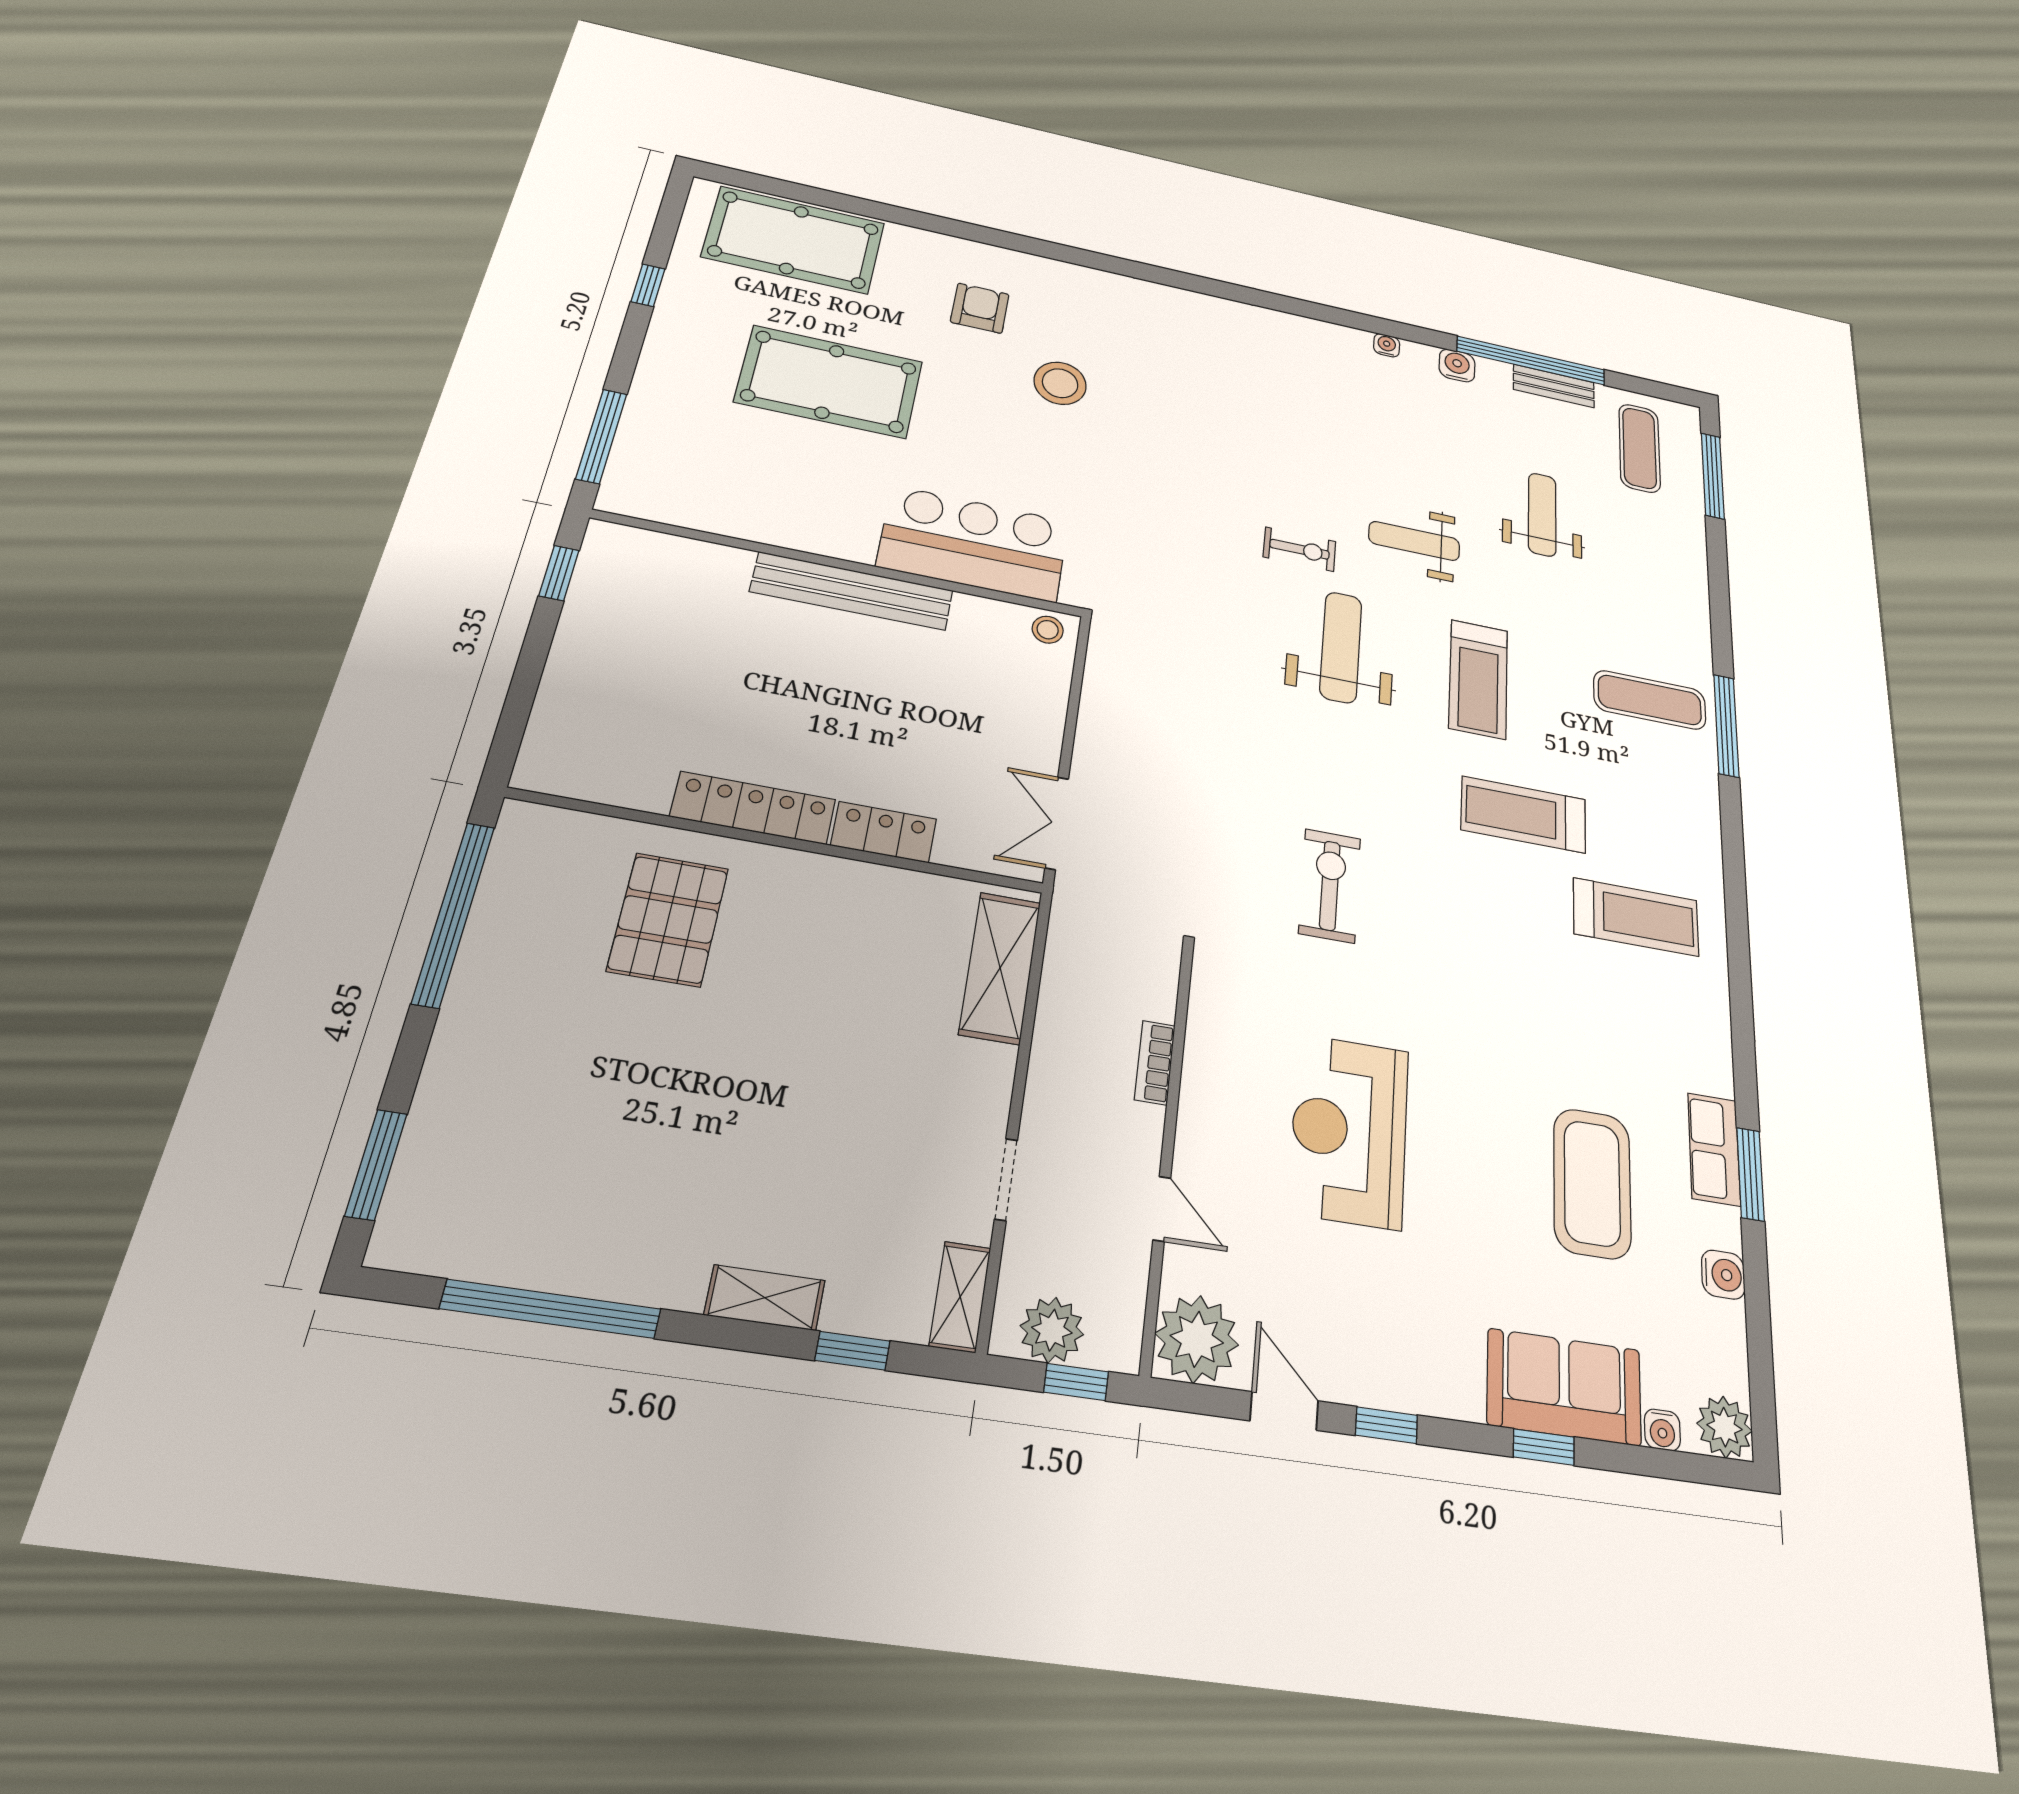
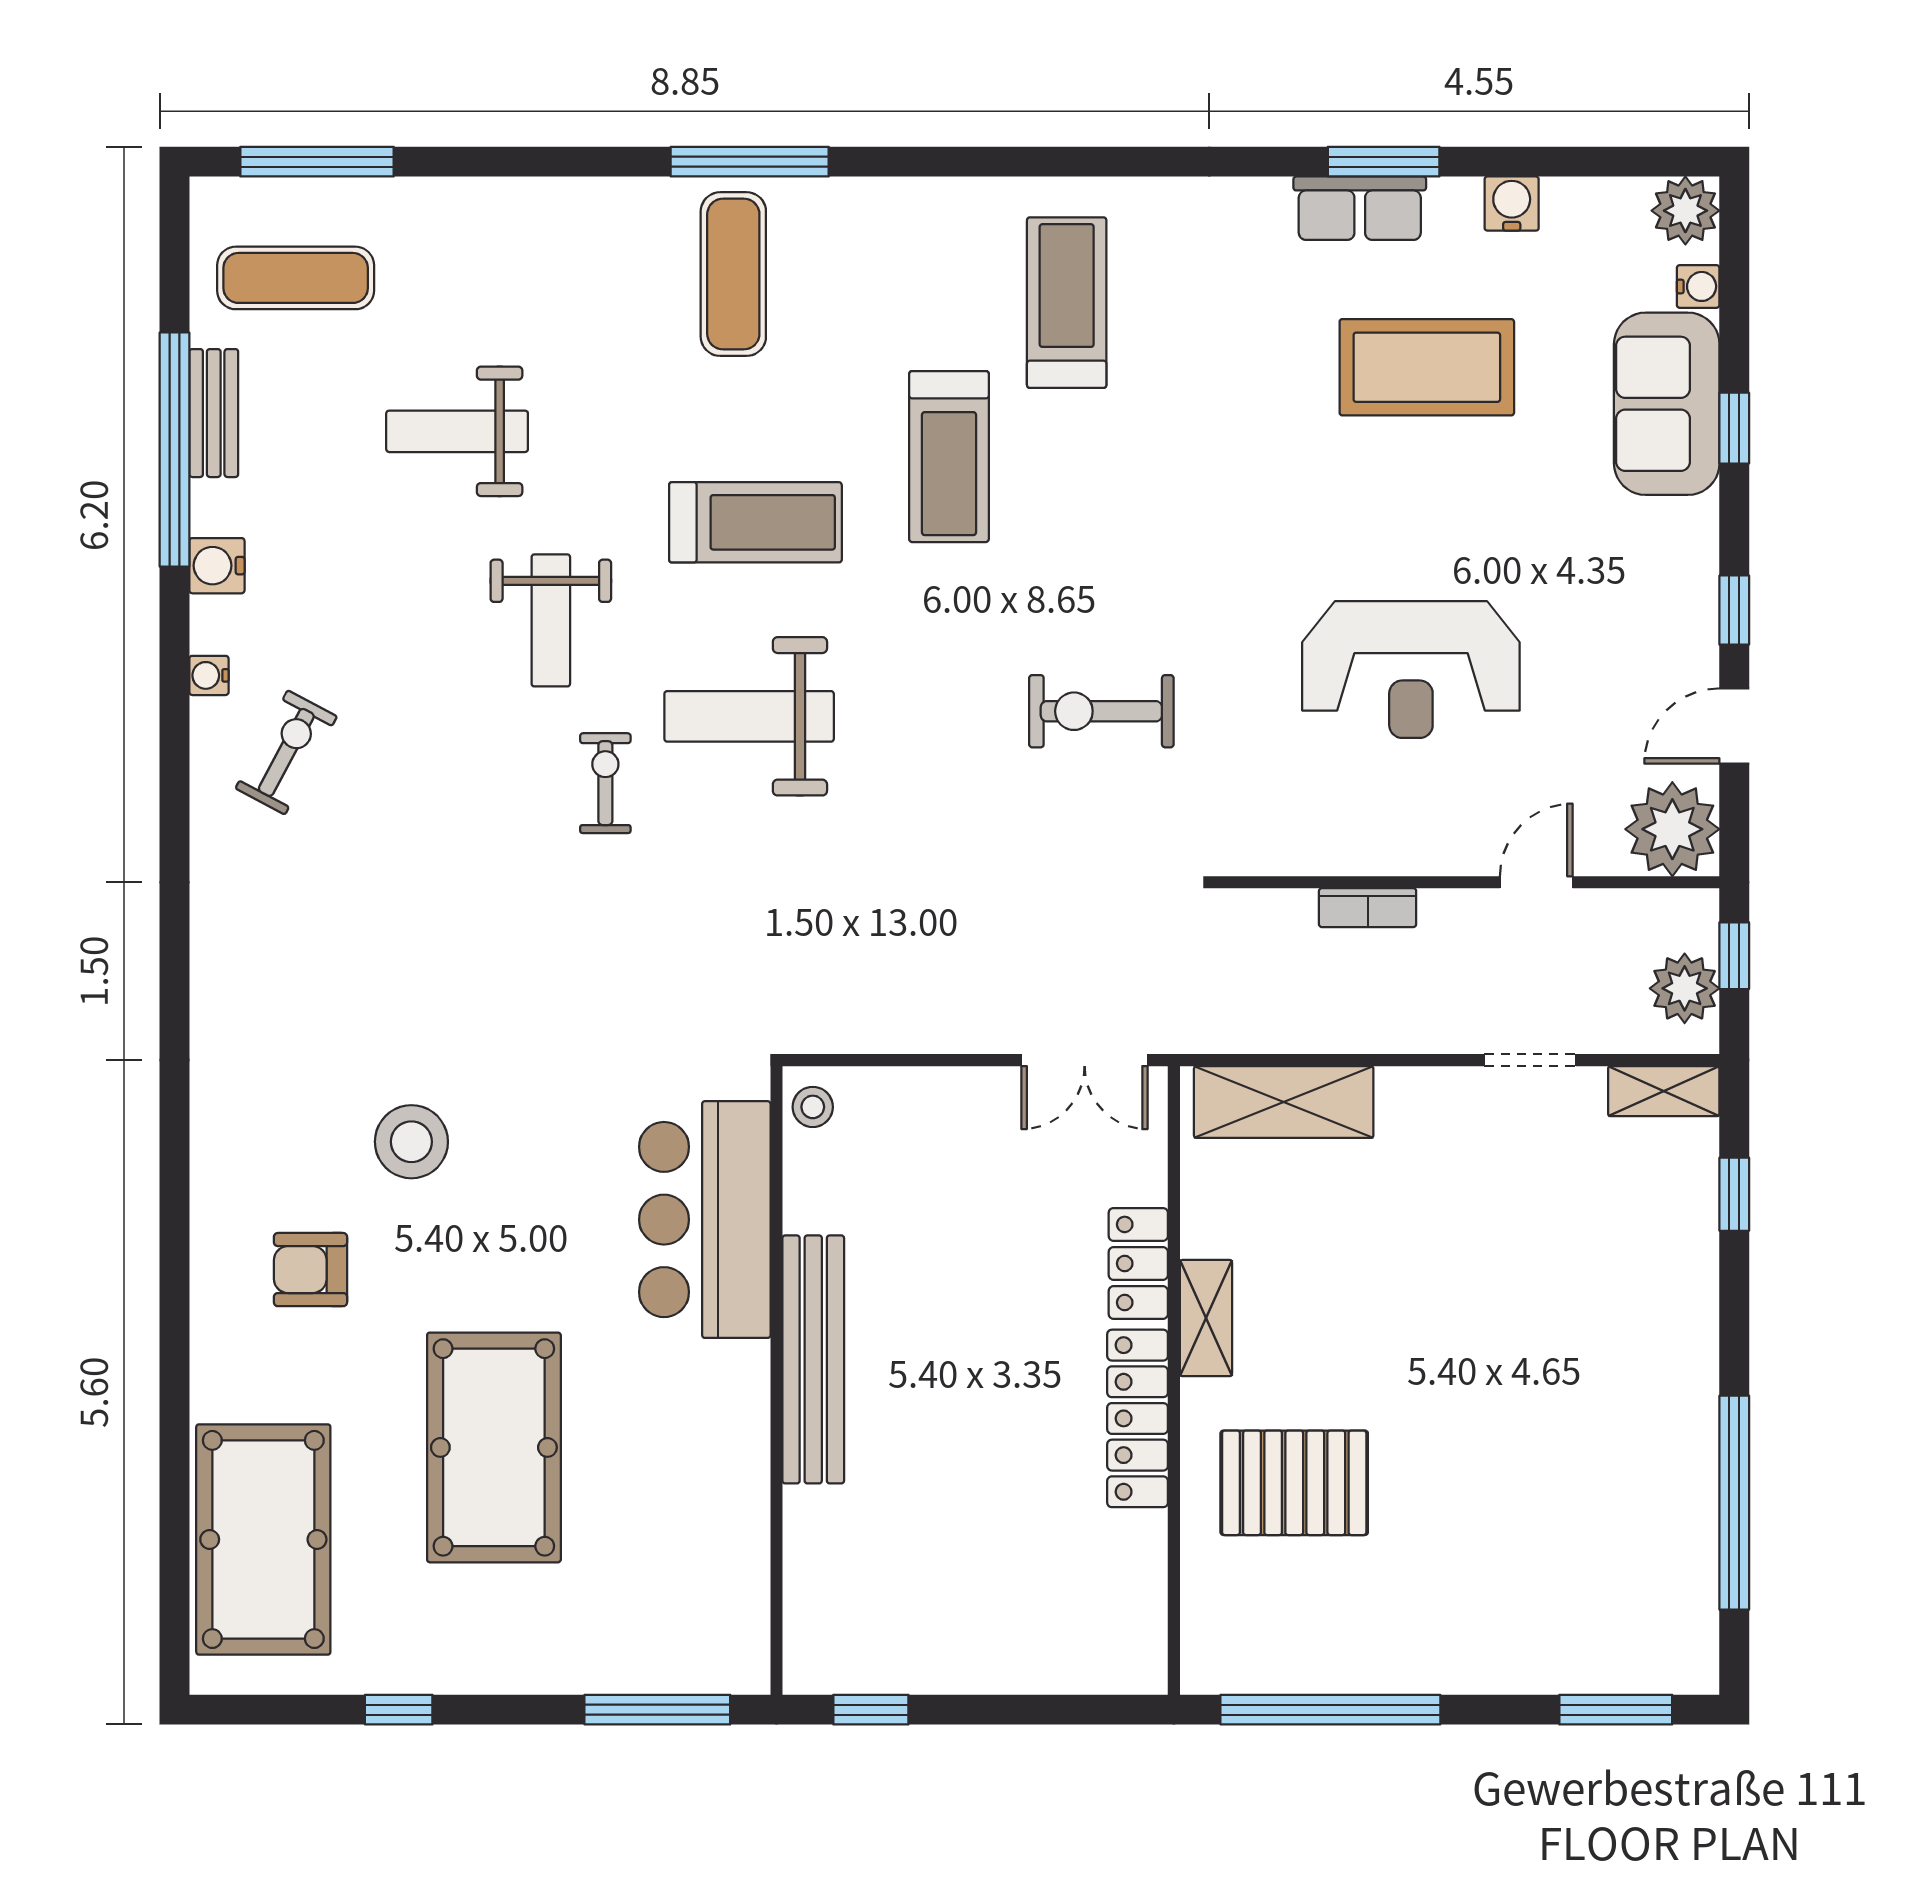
exercise bike: (1334, 374) -> (286, 752), added
shelving: (765, 1298) -> (1206, 1318), moved

